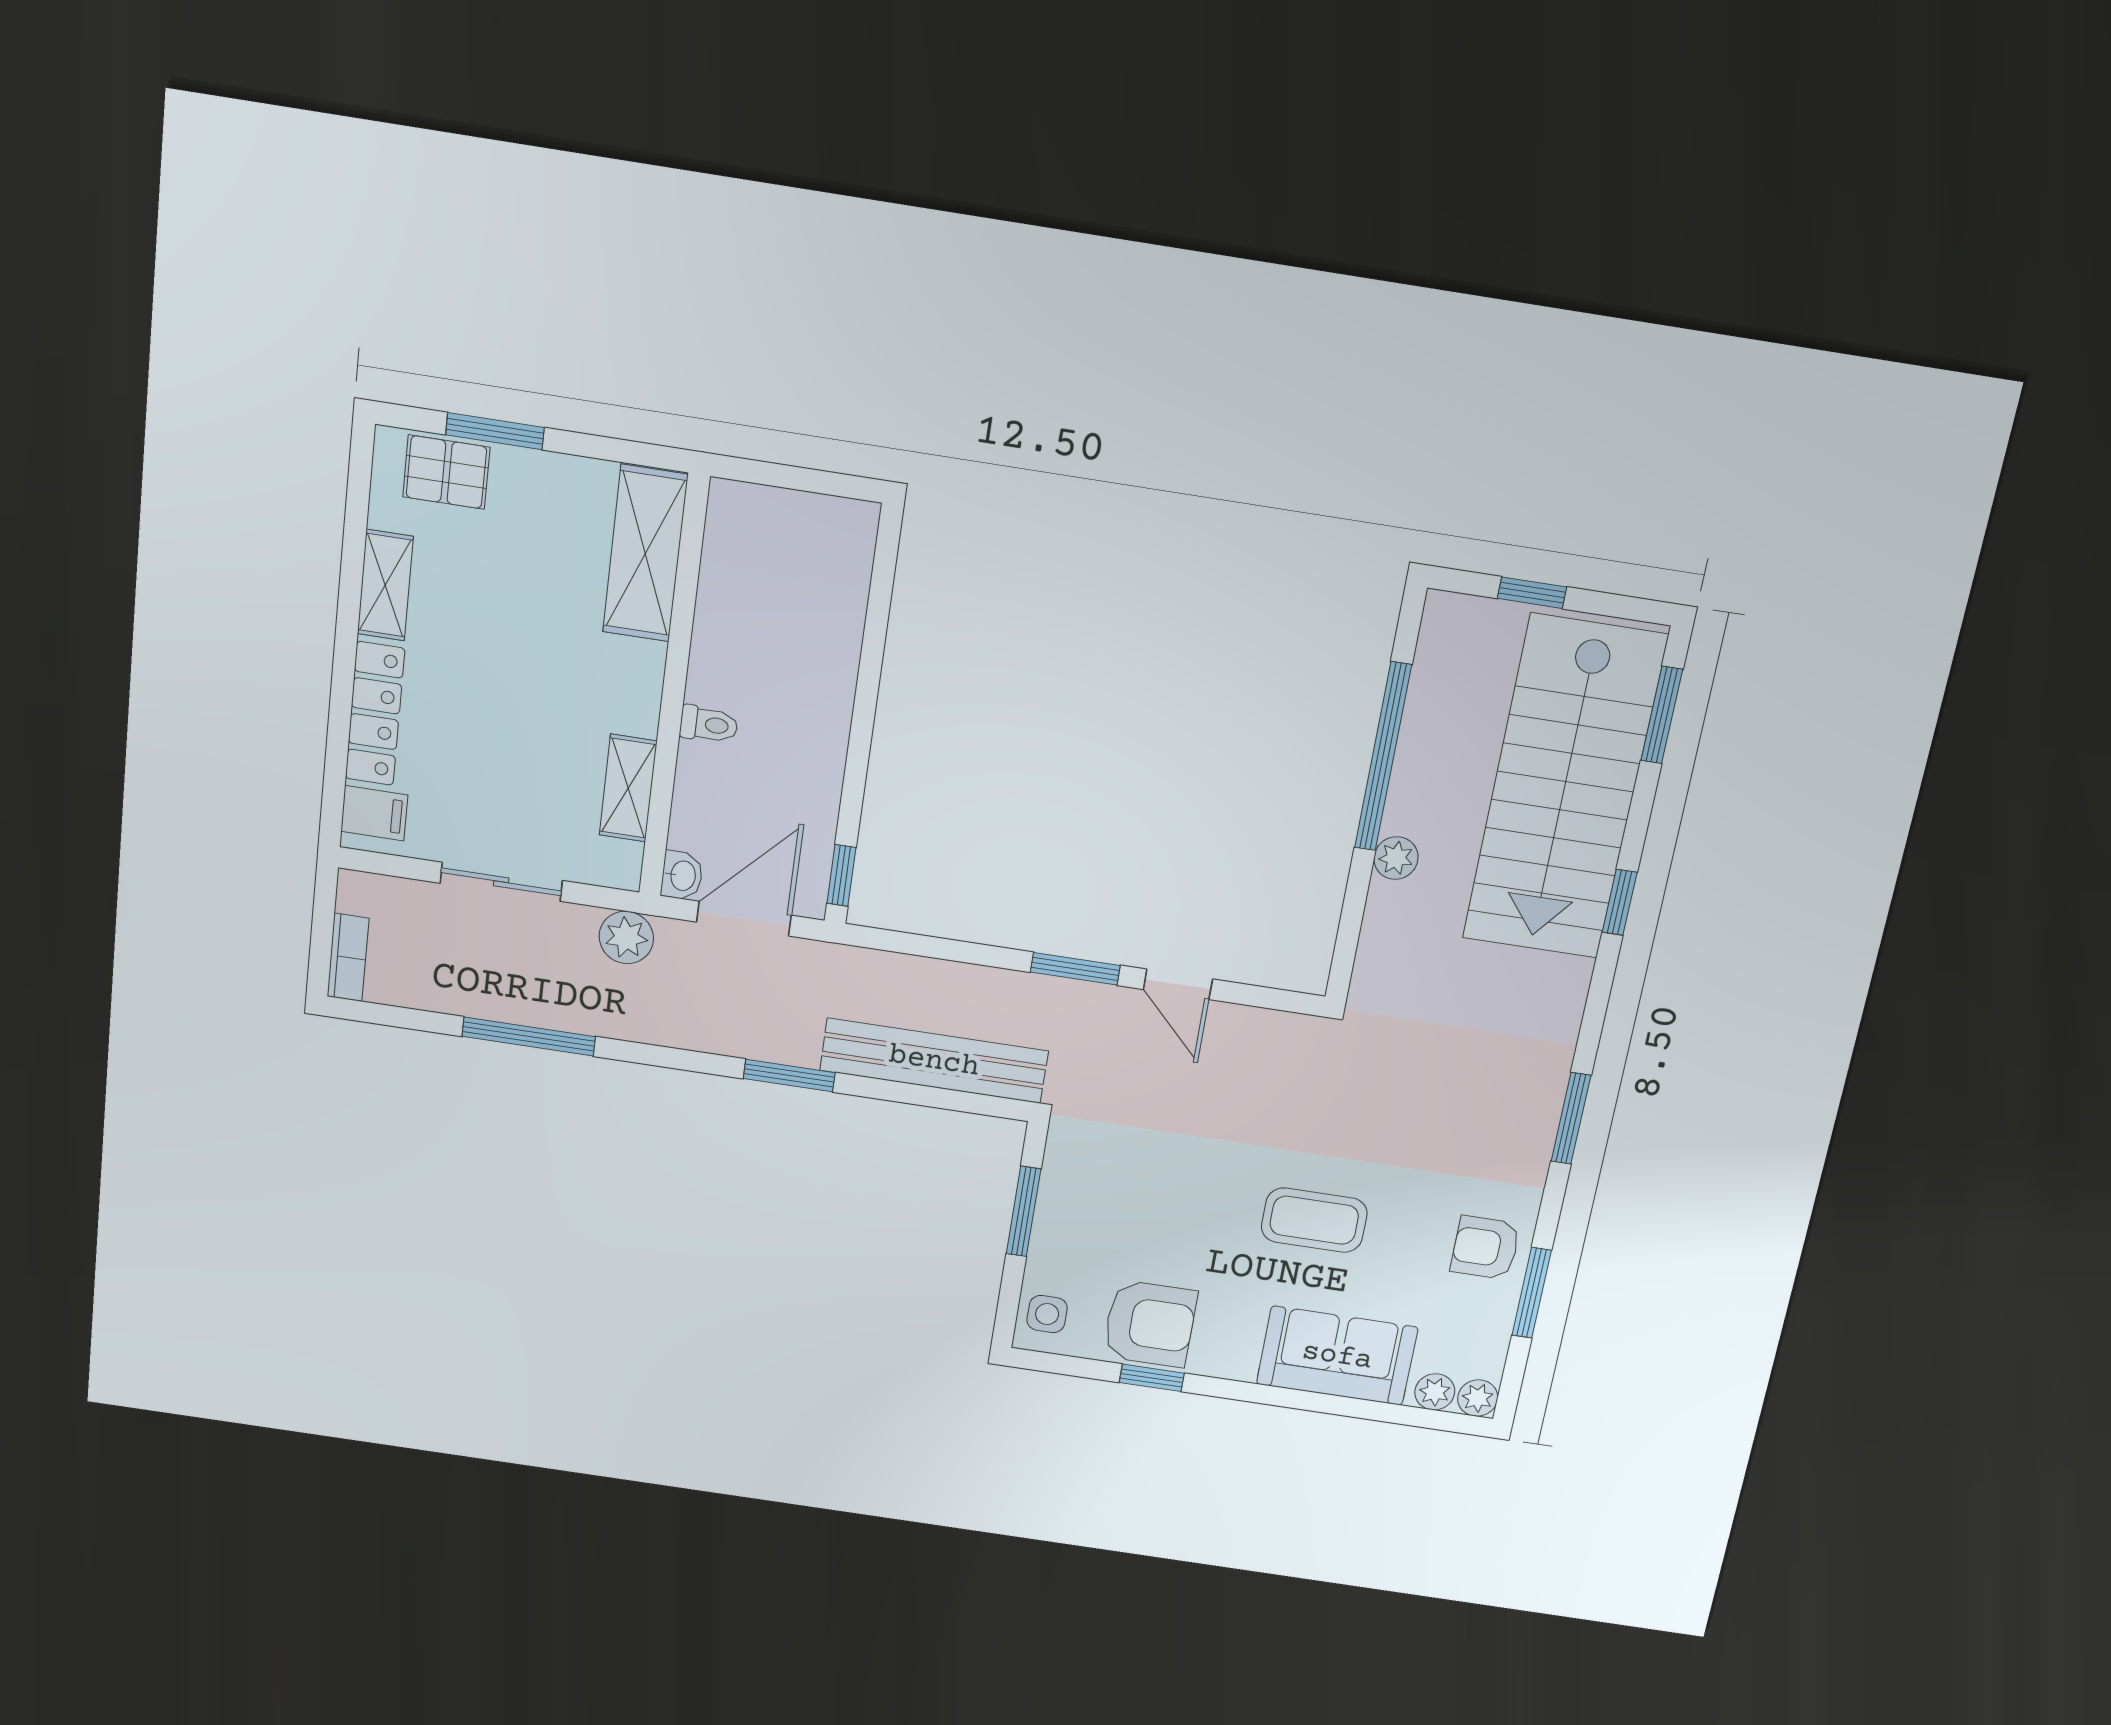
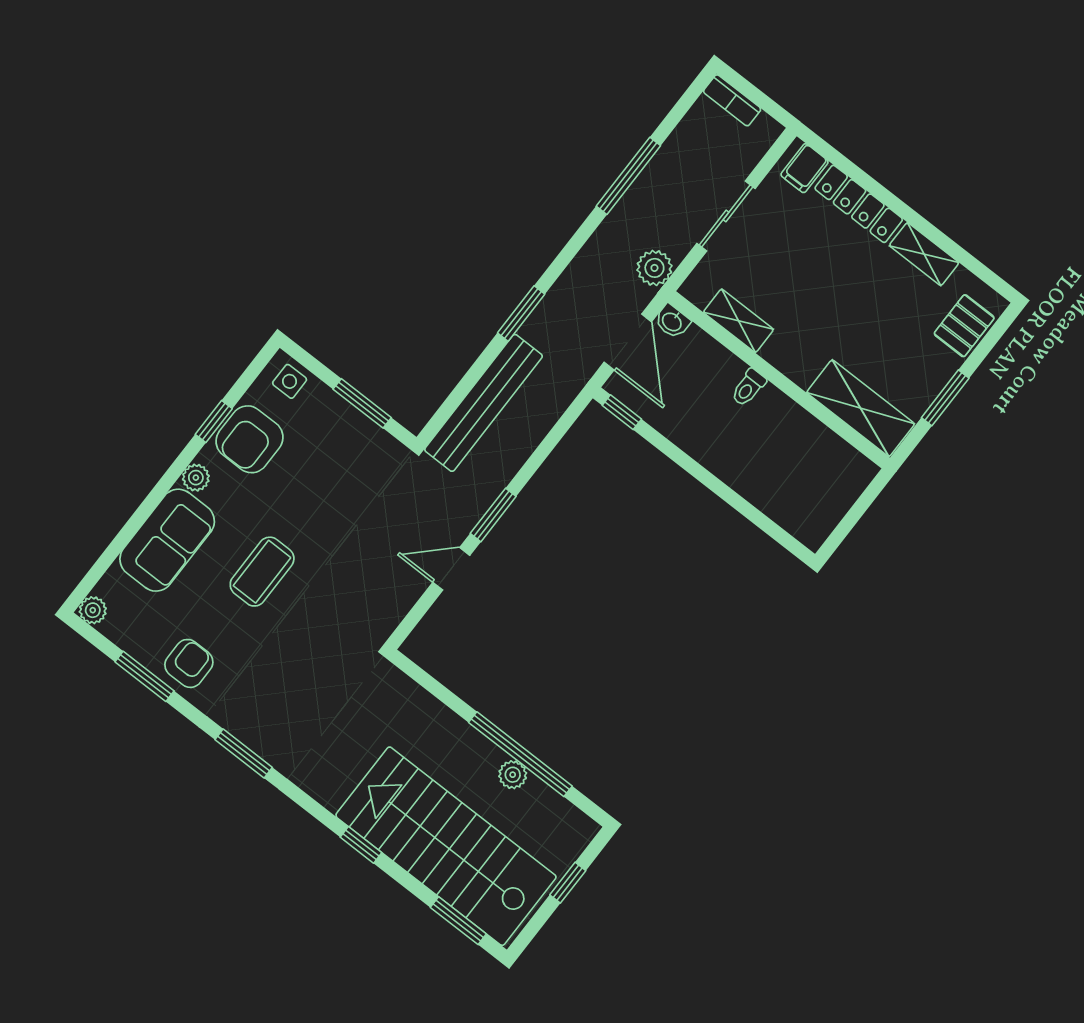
window: (495, 431) -> (945, 398), moved
plant: (1396, 858) -> (513, 775), moved
plant: (1435, 1392) -> (196, 478), moved

